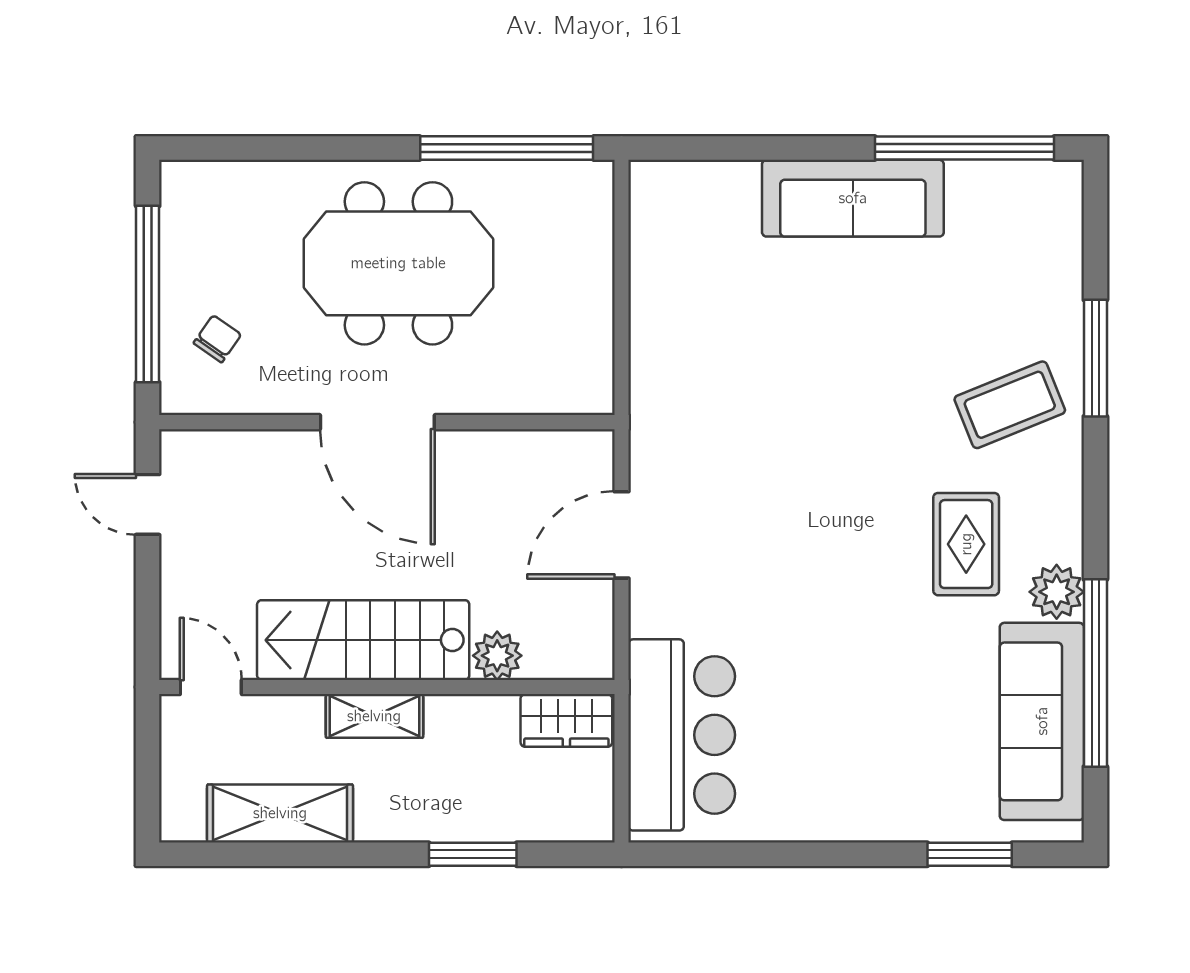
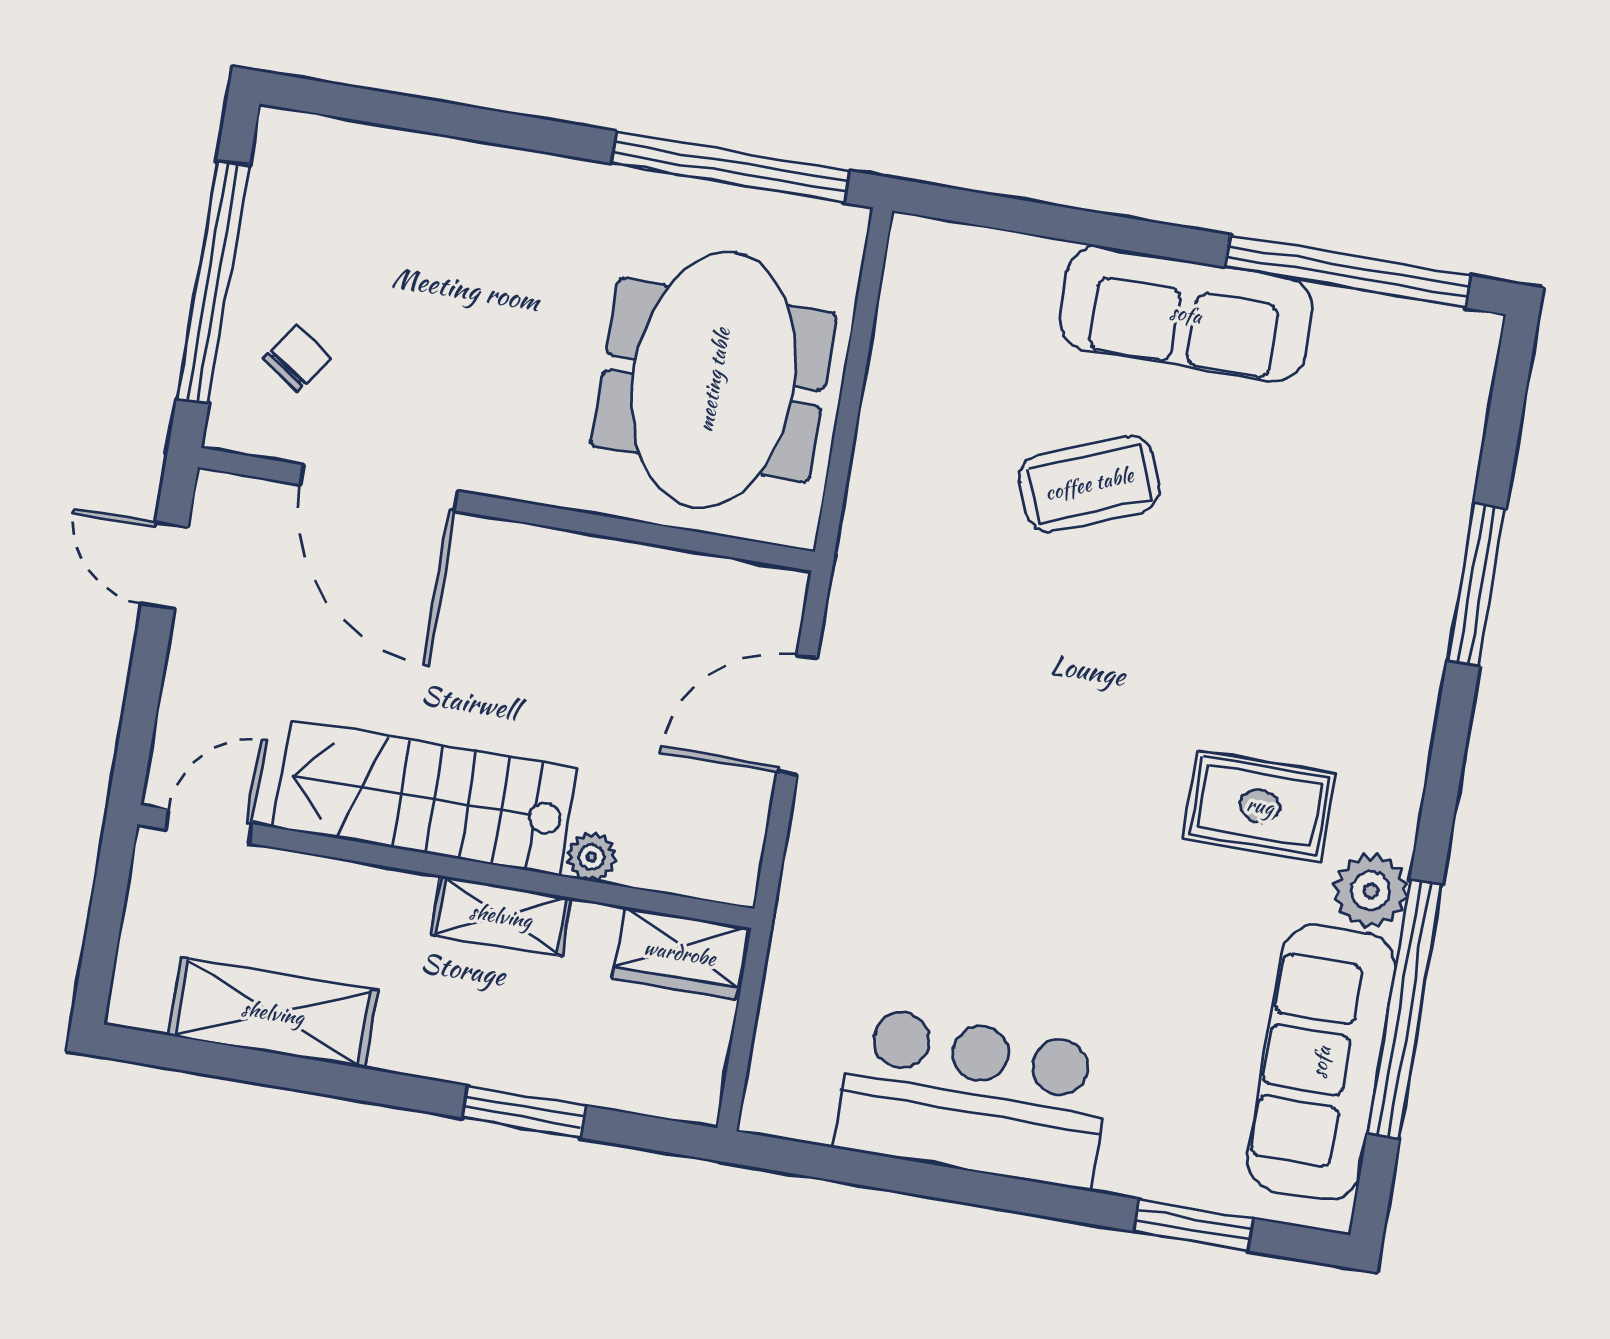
meeting table: (398, 263) -> (714, 380), moved, turned 90
coffee table: (1010, 405) -> (1089, 484), moved
door: (377, 422) -> (379, 488), moved
rug: (966, 544) -> (1260, 806), turned 90
plant: (497, 656) -> (592, 857), width x0.73, depth x0.73
door: (211, 687) -> (209, 826), hinge flipped
shelving: (374, 716) -> (501, 916), moved
bar counter: (682, 735) -> (973, 1098), moved, turned -90

